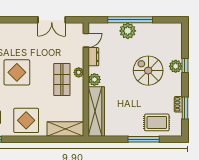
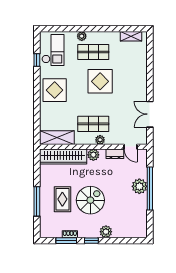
window: (185, 65) -> (91, 241), moved
spiral stairs: (148, 71) -> (90, 200), moved
rug: (157, 122) -> (62, 199), moved
shelving: (65, 129) -> (57, 138), moved, turned 90

